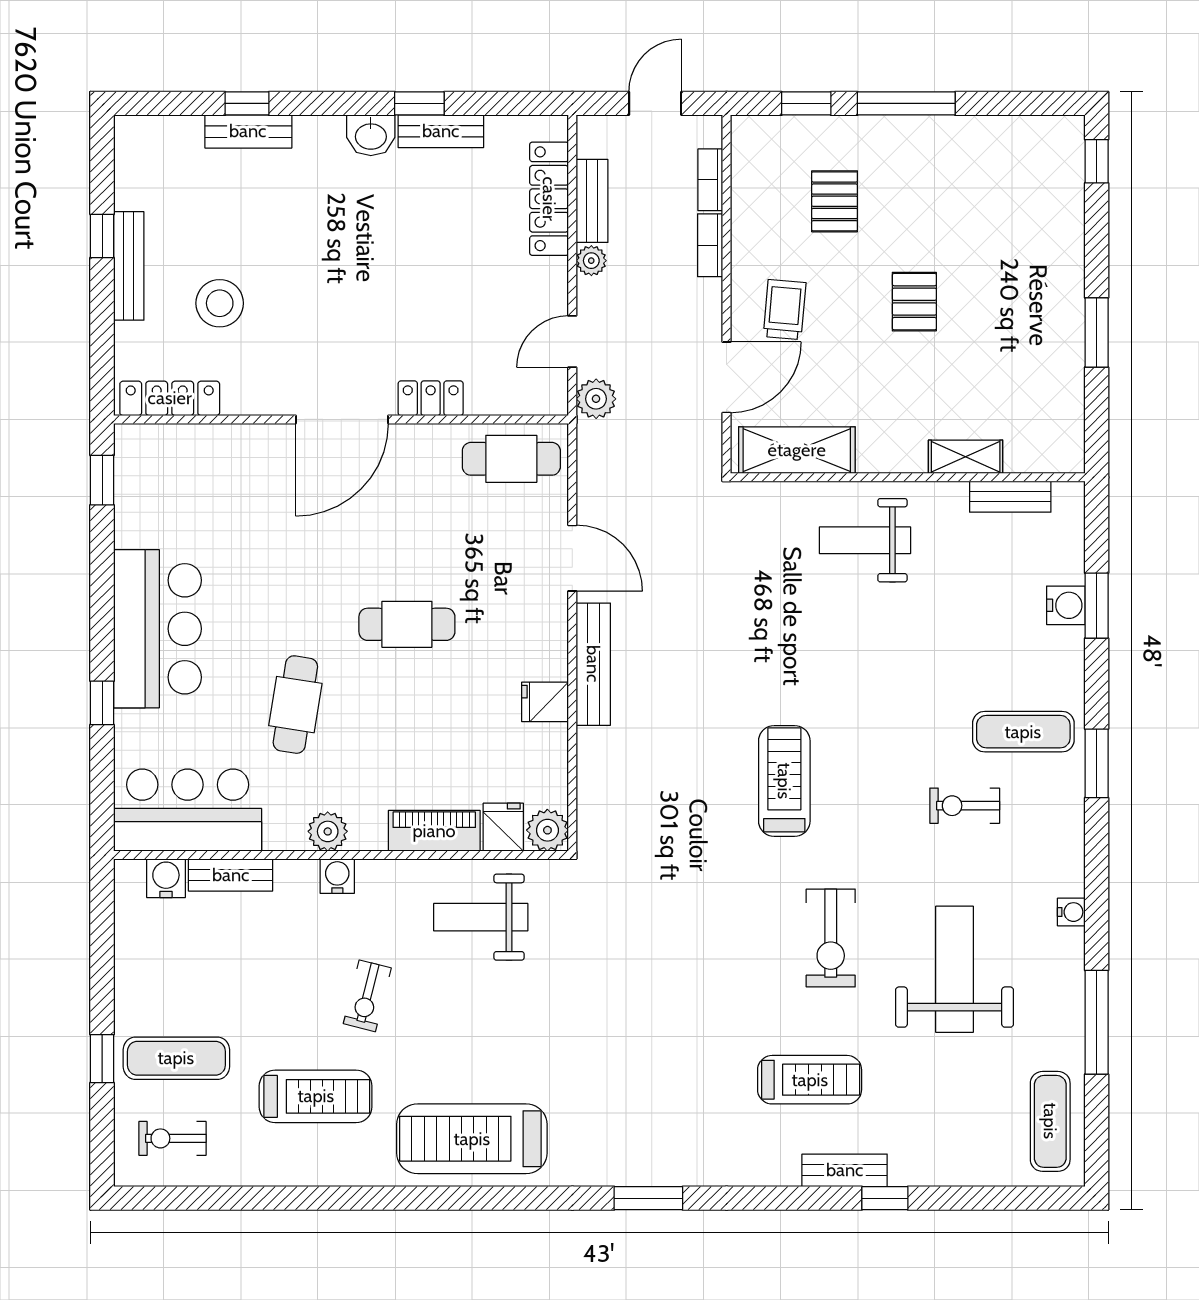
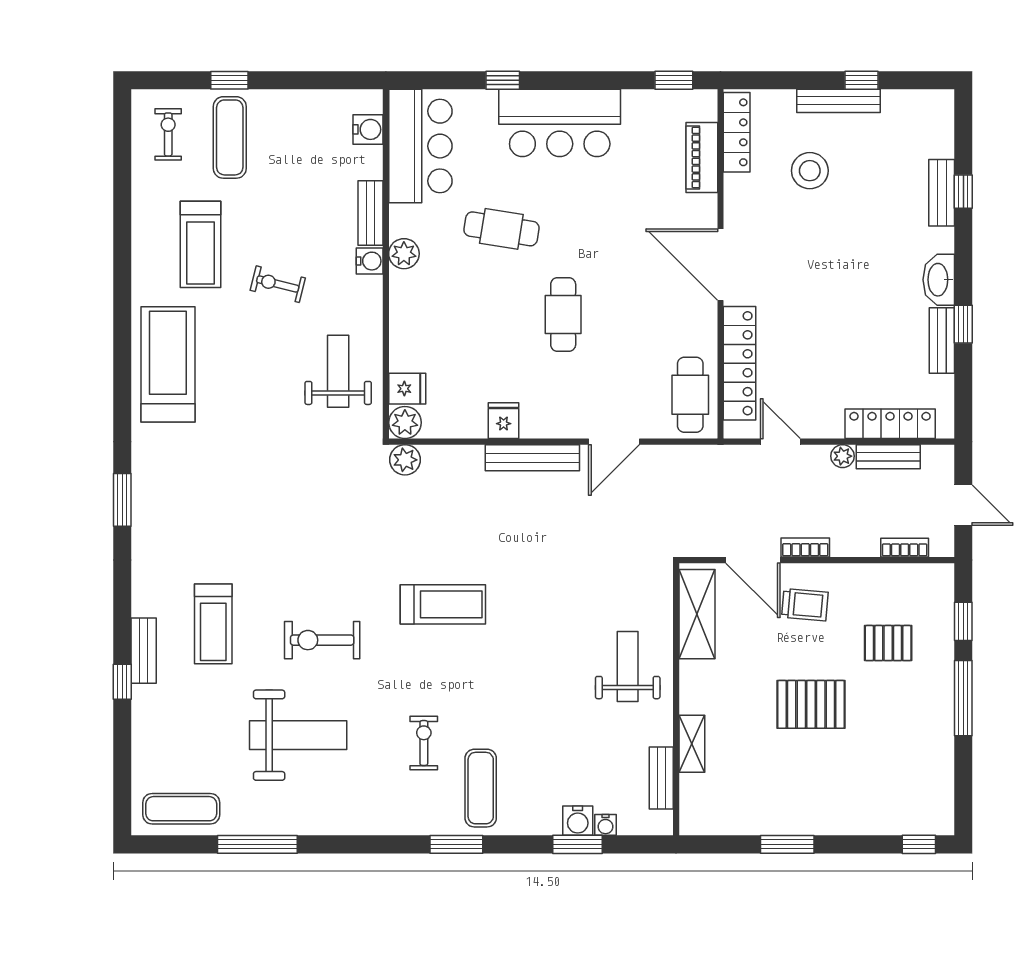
washbasin: (371, 135) -> (939, 280), width x1.38
bookcase: (710, 245) -> (805, 547), moved
pallet: (914, 302) -> (811, 704), width x1.50, depth x1.42
locker: (431, 398) -> (740, 363), width x2.16, depth x1.21
plant: (596, 399) -> (405, 460), moved
piano: (434, 831) -> (702, 157), moved, turned 180
bench: (231, 875) -> (371, 213), moved
water cooler: (1071, 912) -> (605, 825), moved

